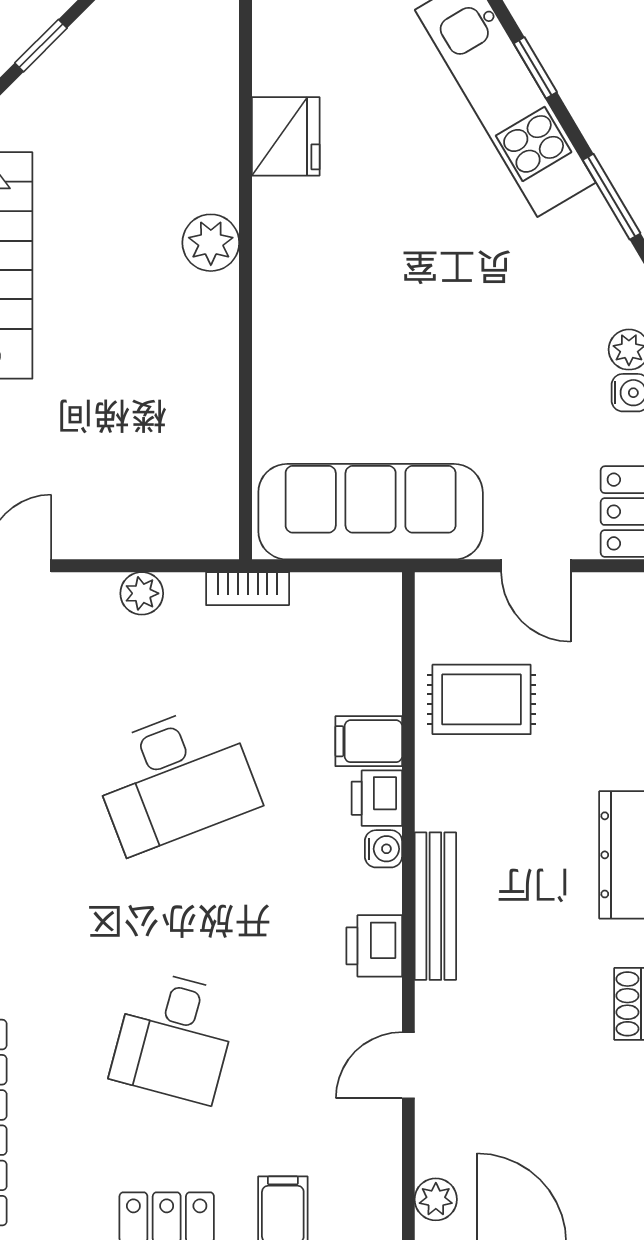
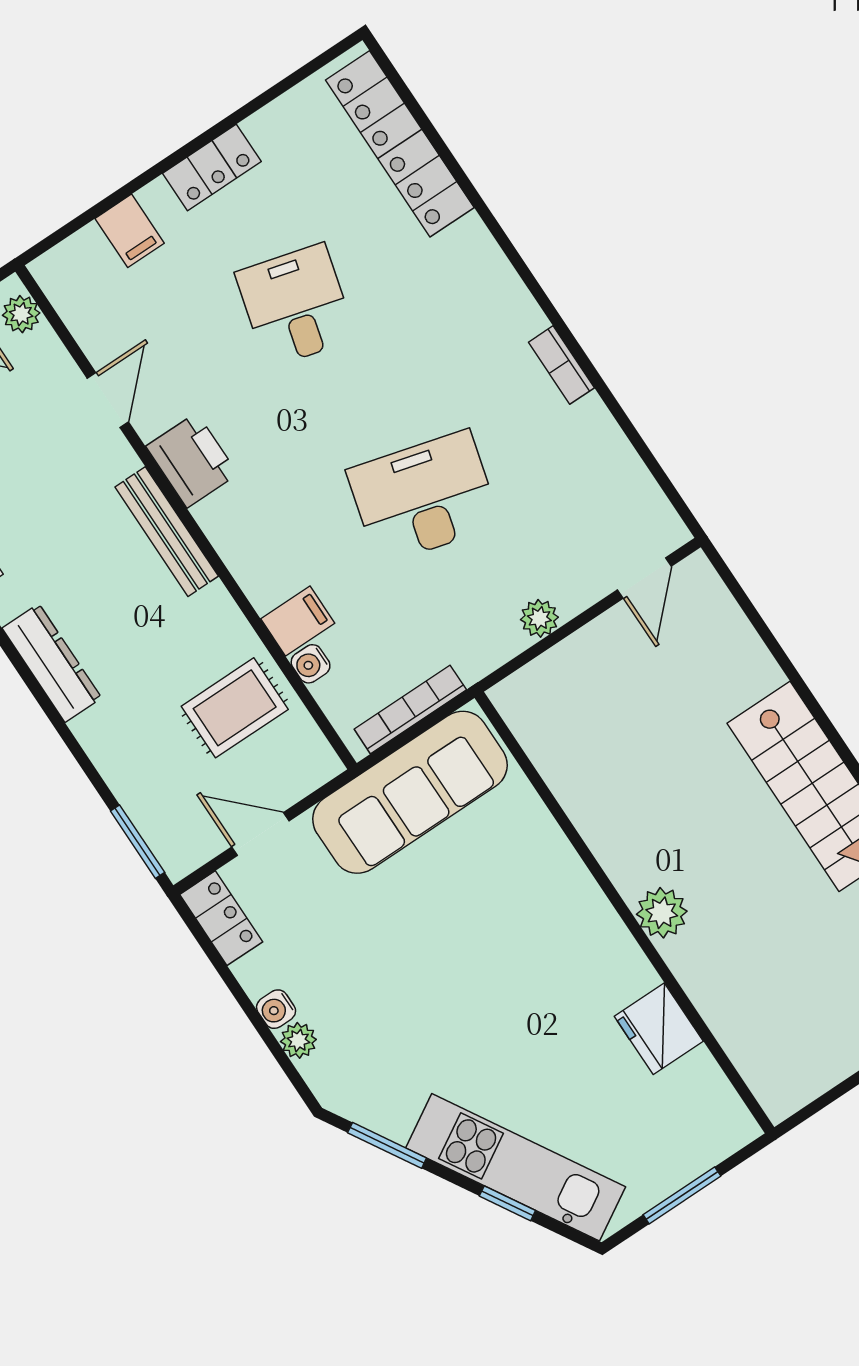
bookcase: (248, 589) -> (410, 709), moved, width x1.56
desk: (175, 778) -> (424, 497), turned 36
printer: (377, 798) -> (263, 583), removed
water cooler: (383, 849) -> (311, 664), moved
printer: (374, 946) -> (192, 460), width x1.36, depth x1.24

